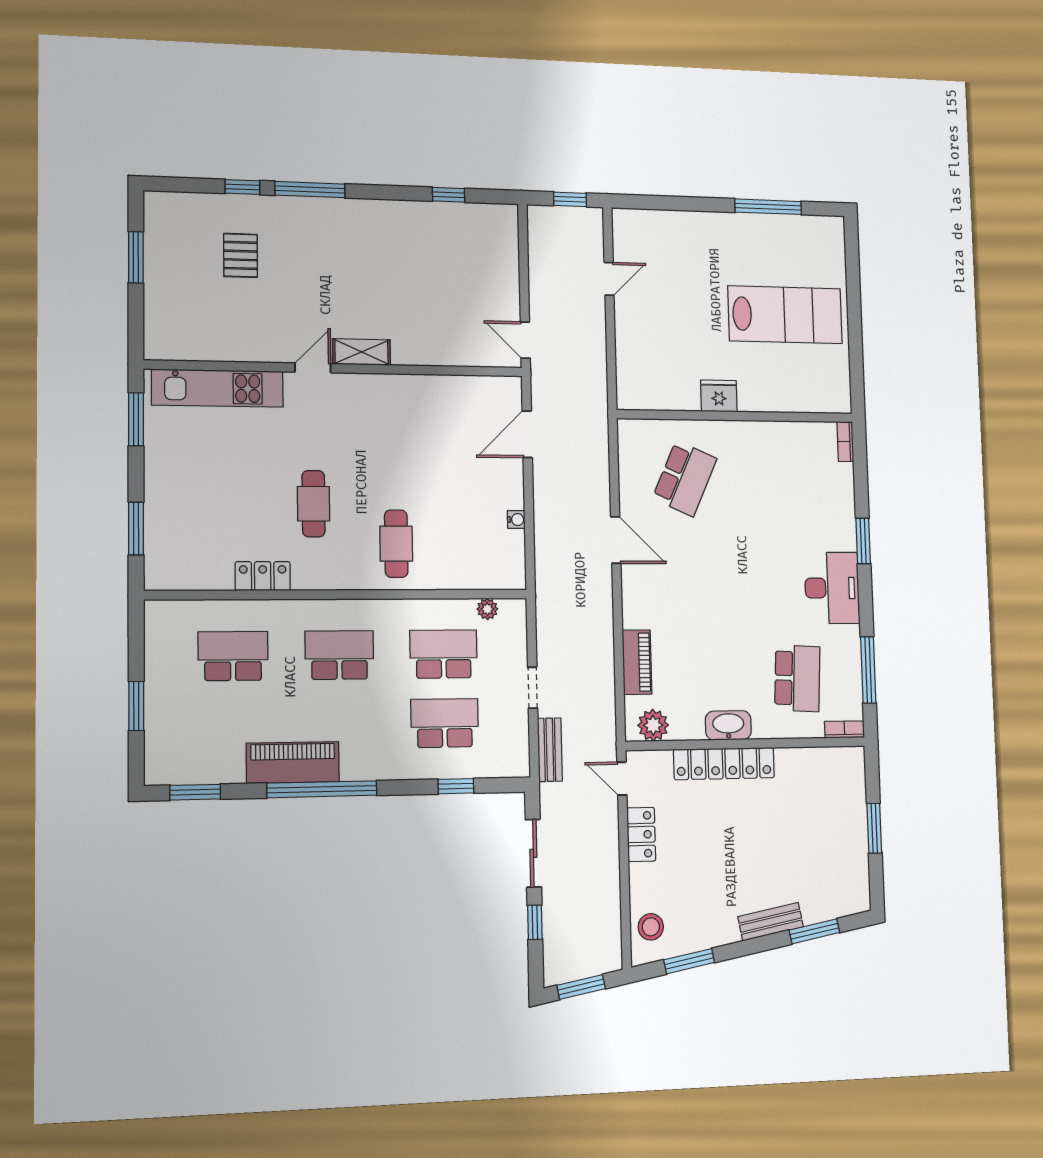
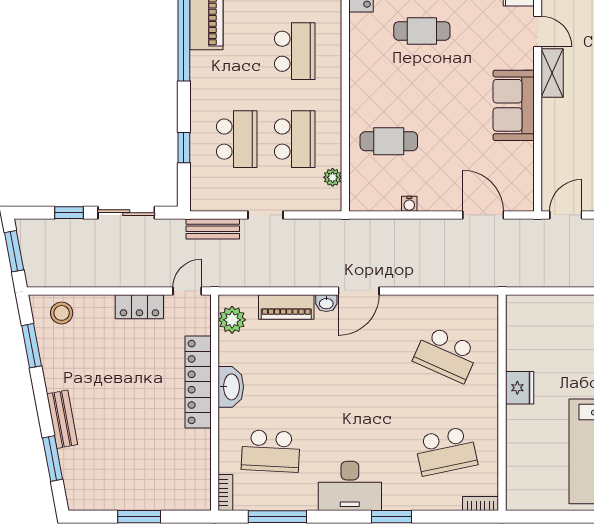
sofa: (400, 397) -> (514, 105), added
school desk: (790, 479) -> (446, 451), added
door: (616, 540) -> (359, 291), moved
cafe table: (396, 544) -> (389, 141), moved
washbasin: (631, 616) -> (326, 303), added

